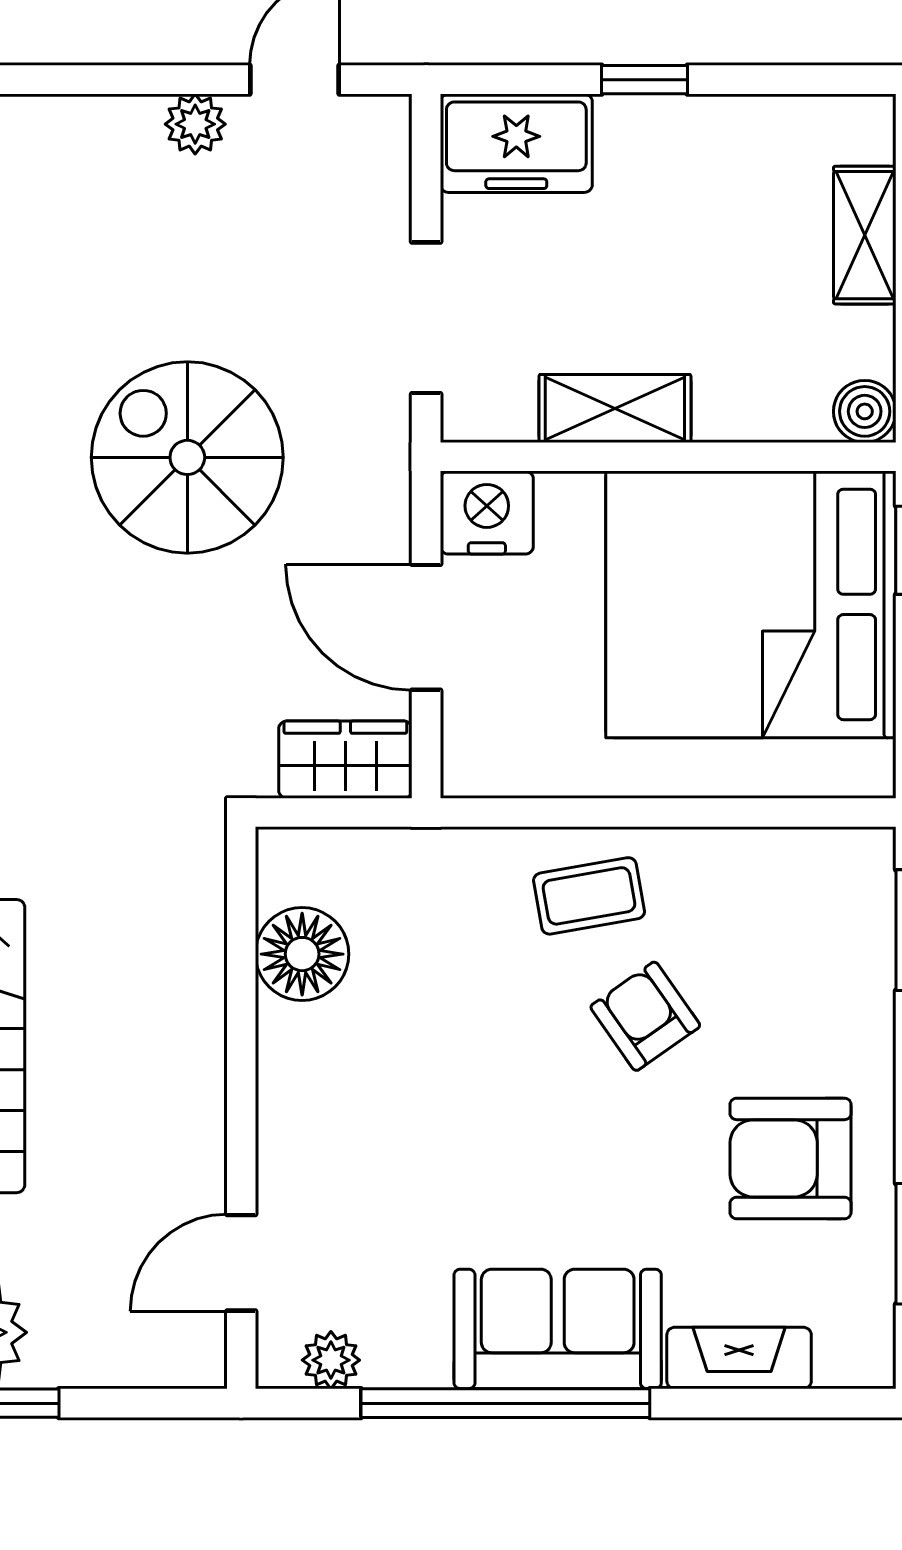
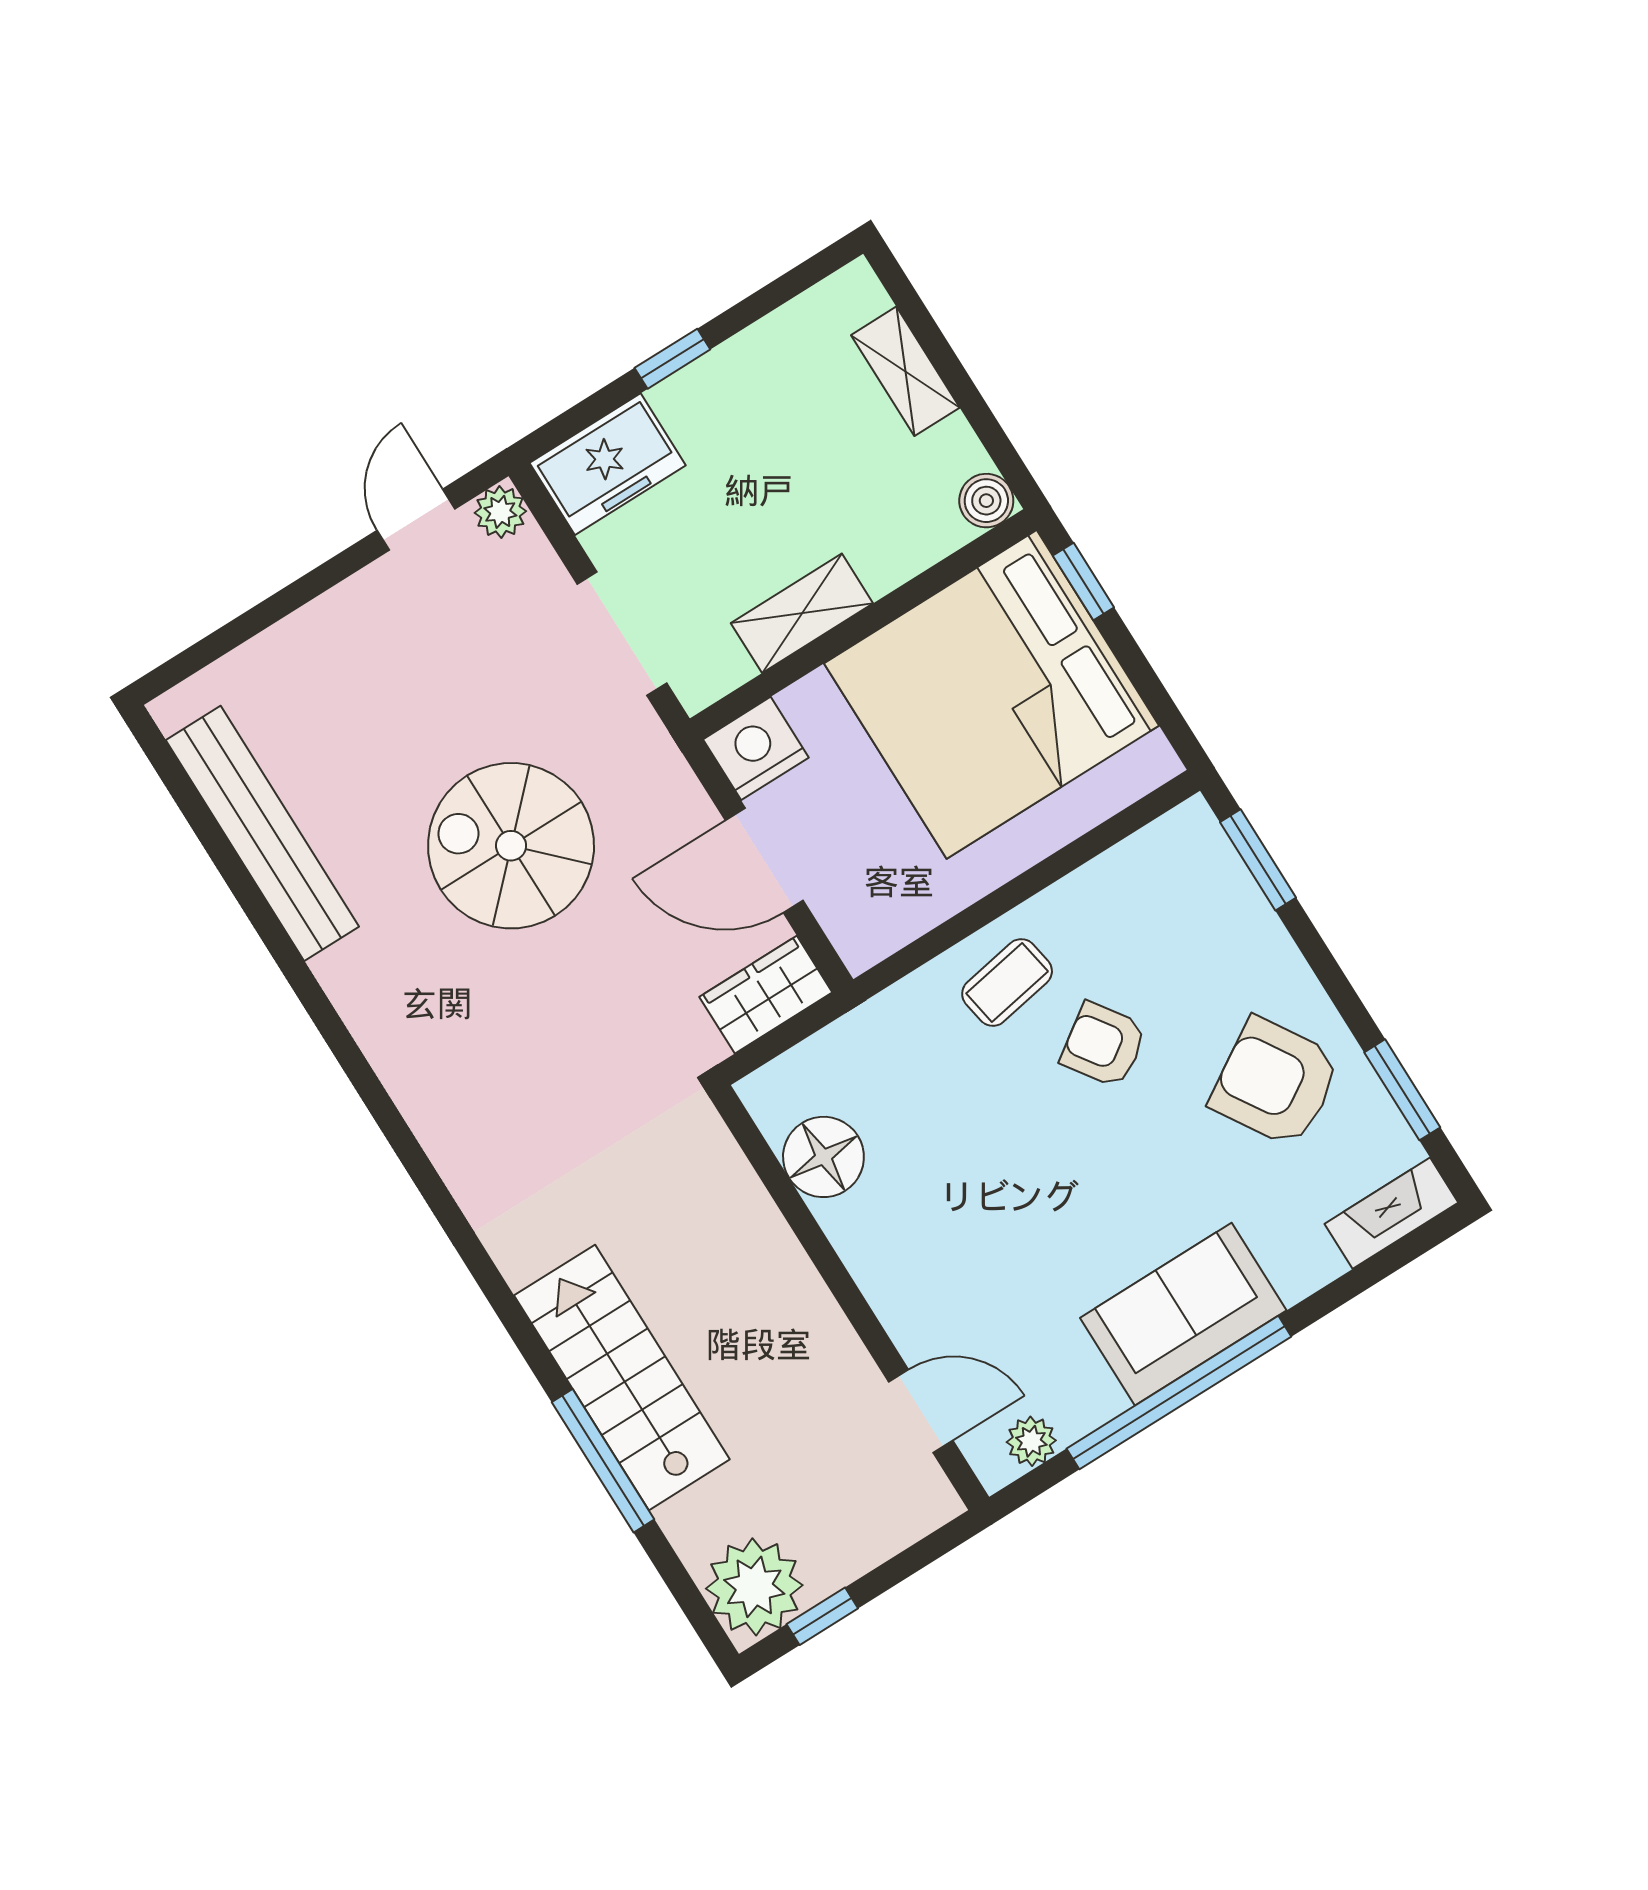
plant: (195, 124) -> (500, 512), moved
armchair: (791, 1158) -> (1275, 1082), turned 58
door: (241, 1263) -> (921, 1411), swing flipped
fireplace: (739, 1358) -> (1391, 1213), moved

